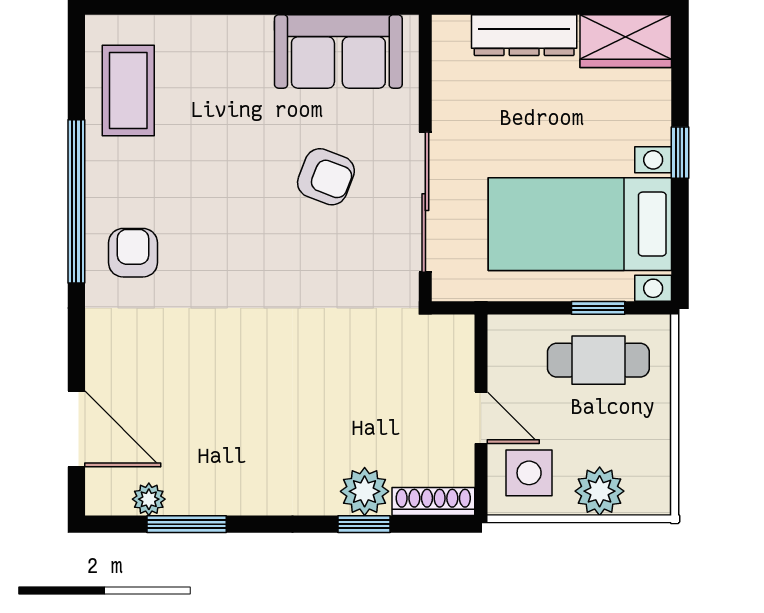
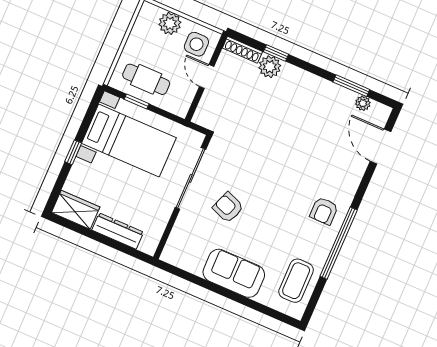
sofa: (338, 51) -> (234, 273), moved

